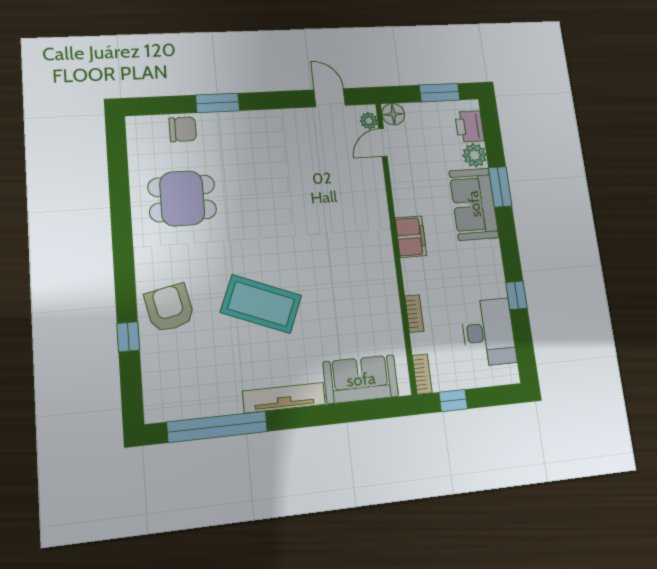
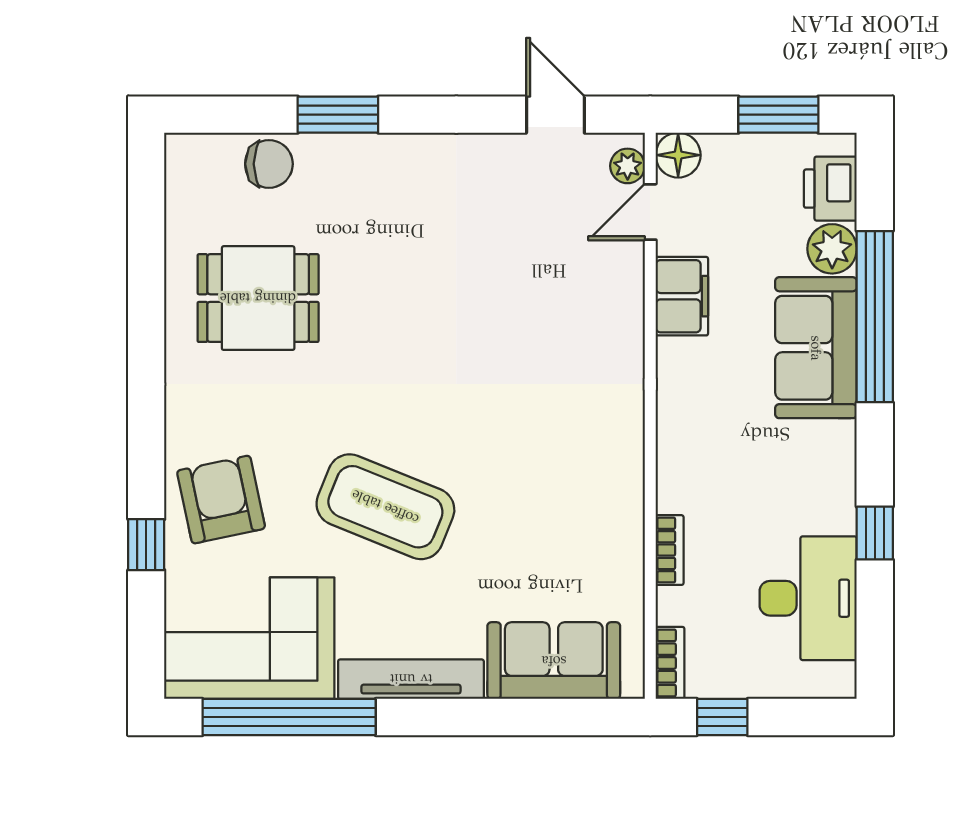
window: (500, 187) -> (875, 317), width x2.11
filing cabinet: (411, 237) -> (682, 296), moved
corner sofa: (191, 384) -> (249, 638), added

